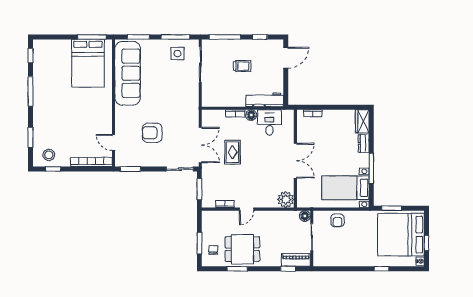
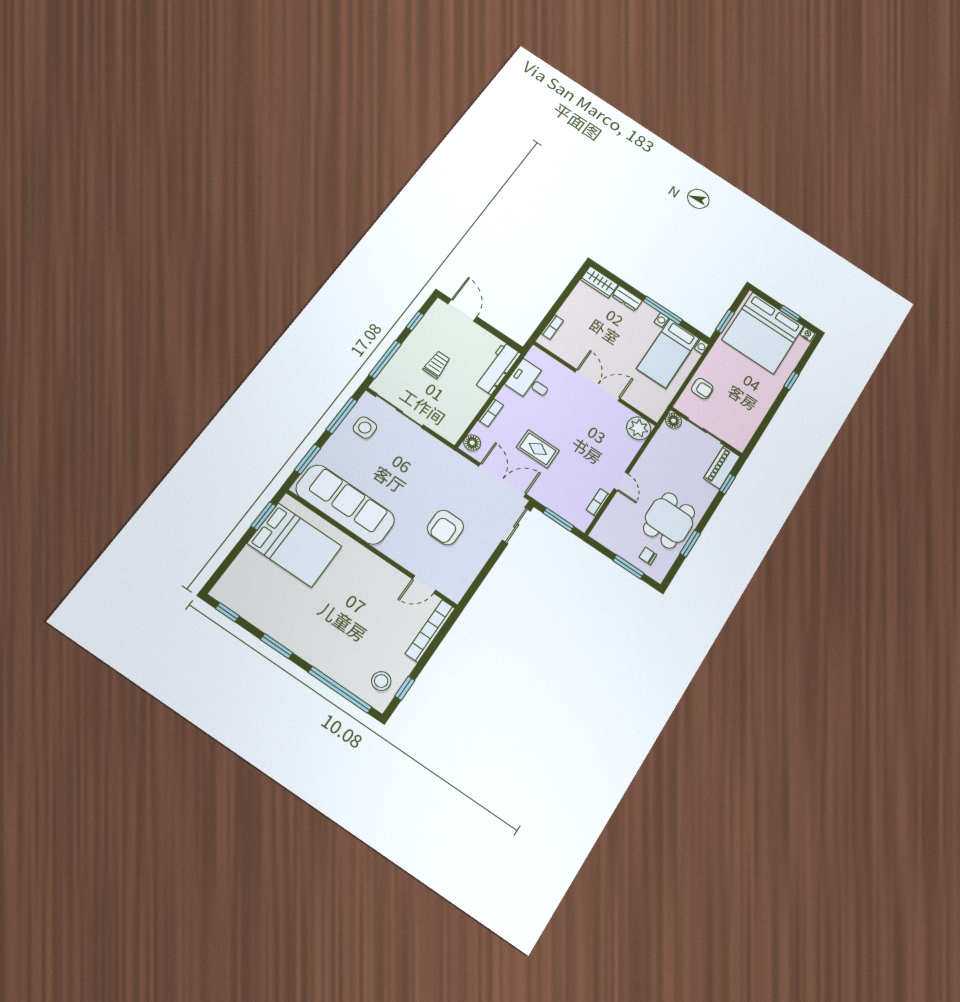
window: (92, 37) -> (263, 516), width x0.69
window: (30, 91) -> (277, 646), width x0.69
floor lamp: (251, 115) -> (472, 443), moved
window: (30, 138) -> (340, 690), width x2.11
window: (130, 169) -> (474, 587), removed

